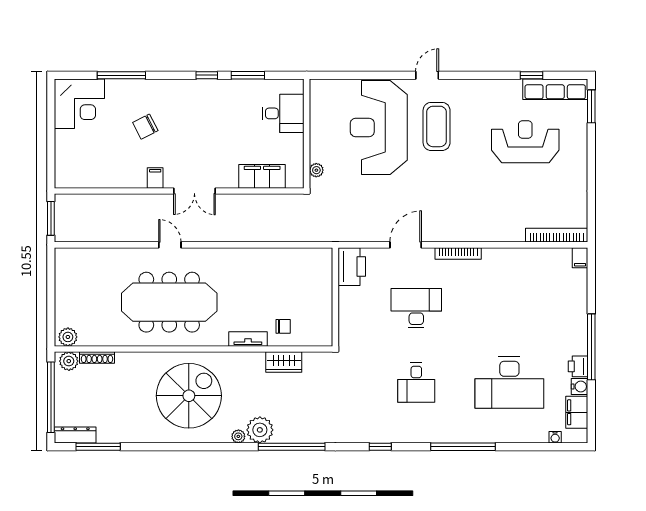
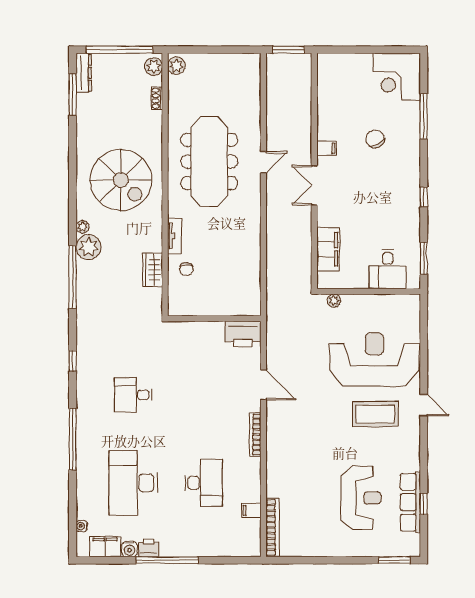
window: (248, 75) -> (424, 258), moved
row of seats: (555, 89) -> (410, 502), moved
filing cabinet: (580, 258) -> (251, 510), moved
desk: (416, 308) -> (204, 483), moved
shoe rack: (97, 358) -> (157, 98), width x0.70

